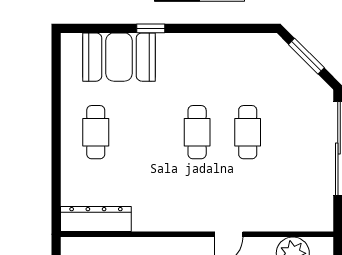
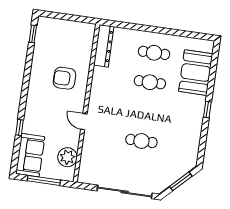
window: (151, 28) -> (207, 110), moved
cafe table: (197, 132) -> (150, 82), moved

